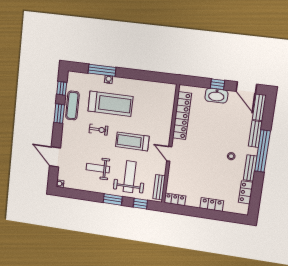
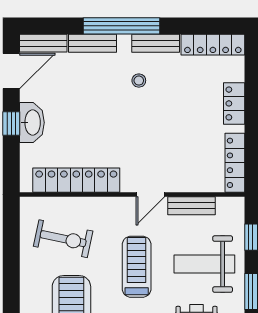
exercise bike: (152, 105) -> (63, 239), added
treadmill: (132, 141) -> (137, 267), turned 180
bench: (159, 187) -> (191, 206), moved
locker: (246, 192) -> (213, 45), width x1.53
locker: (175, 199) -> (235, 163), width x1.53

